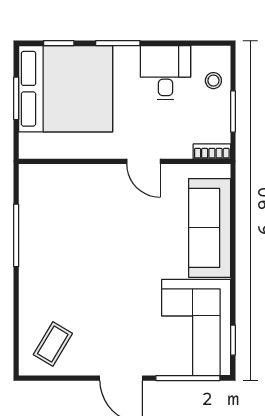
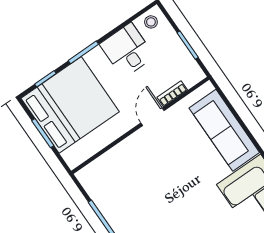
stool: (213, 81) -> (151, 22), moved
bookcase: (212, 151) -> (172, 94), moved
door: (144, 161) -> (152, 117), swing flipped

